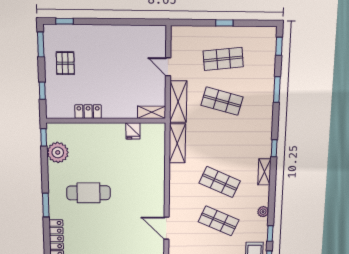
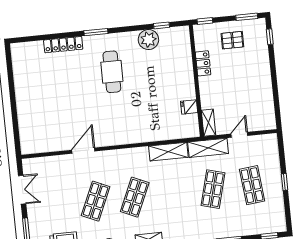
locker: (88, 112) -> (203, 63), moved
shelving: (152, 112) -> (209, 123), moved
wall: (106, 121) -> (196, 81), moved
fridge: (133, 131) -> (189, 107), moved

